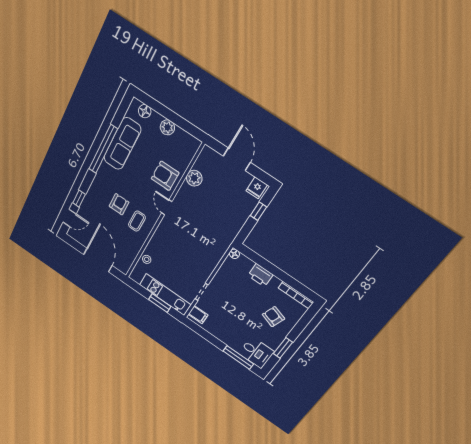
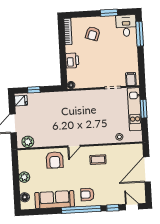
window: (103, 149) -> (81, 209), moved
plant: (194, 178) -> (28, 142), moved
armchair: (119, 204) -> (87, 195), moved

